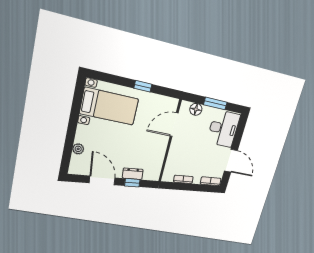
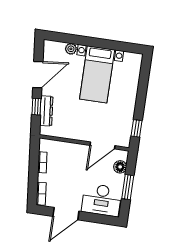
window: (143, 86) -> (136, 128), moved
bed with nightstands: (109, 106) -> (97, 74), moved
door: (174, 125) -> (102, 145), swing flipped
dresser: (133, 174) -> (46, 111), width x1.44

